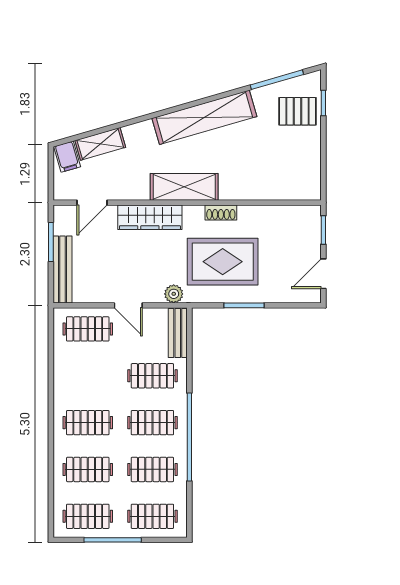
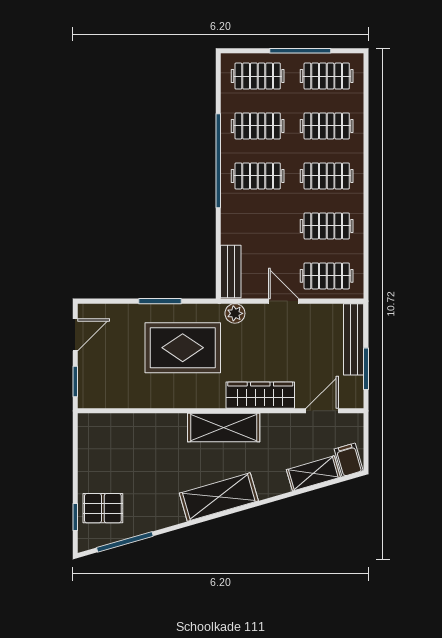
shelving: (204, 117) -> (219, 497), width x0.68
shoe rack: (221, 212) -> (185, 400), removed
clothes rail: (152, 376) -> (327, 226), moved

